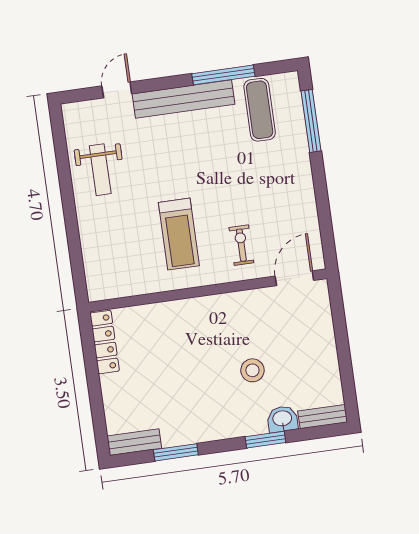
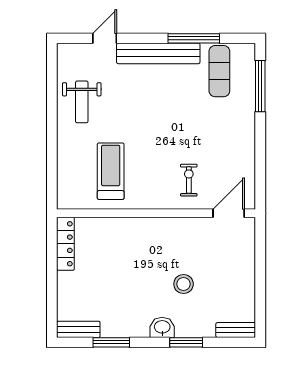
treadmill: (179, 234) -> (111, 171), moved, turned 180
washbasin: (282, 419) -> (162, 327), moved

